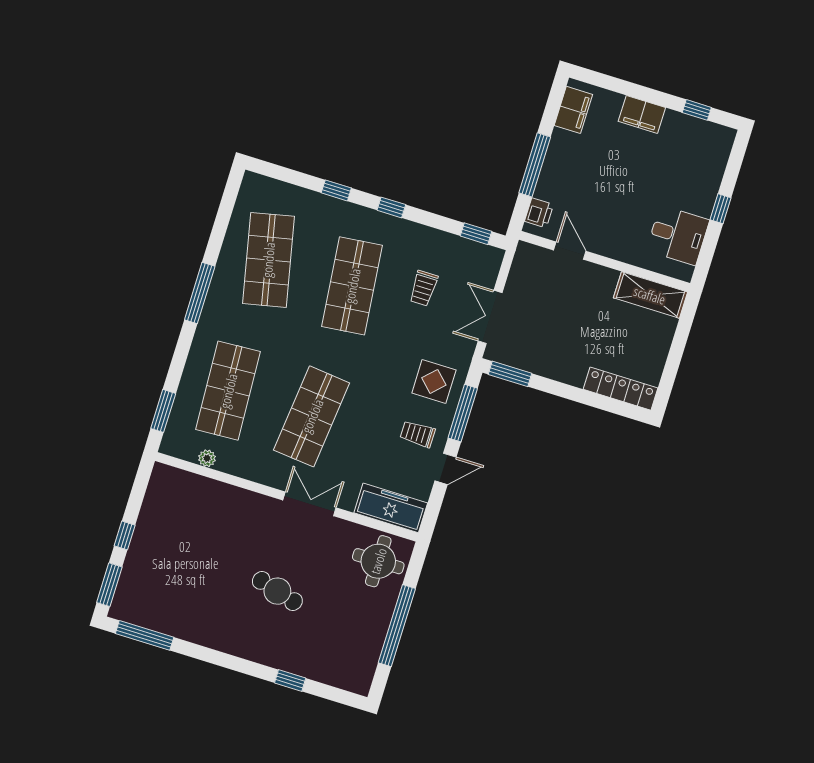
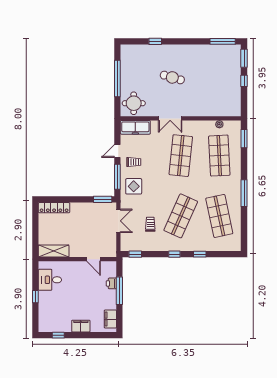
printer: (539, 213) -> (111, 283), moved
shop shelf: (352, 286) -> (181, 216), turned 30

